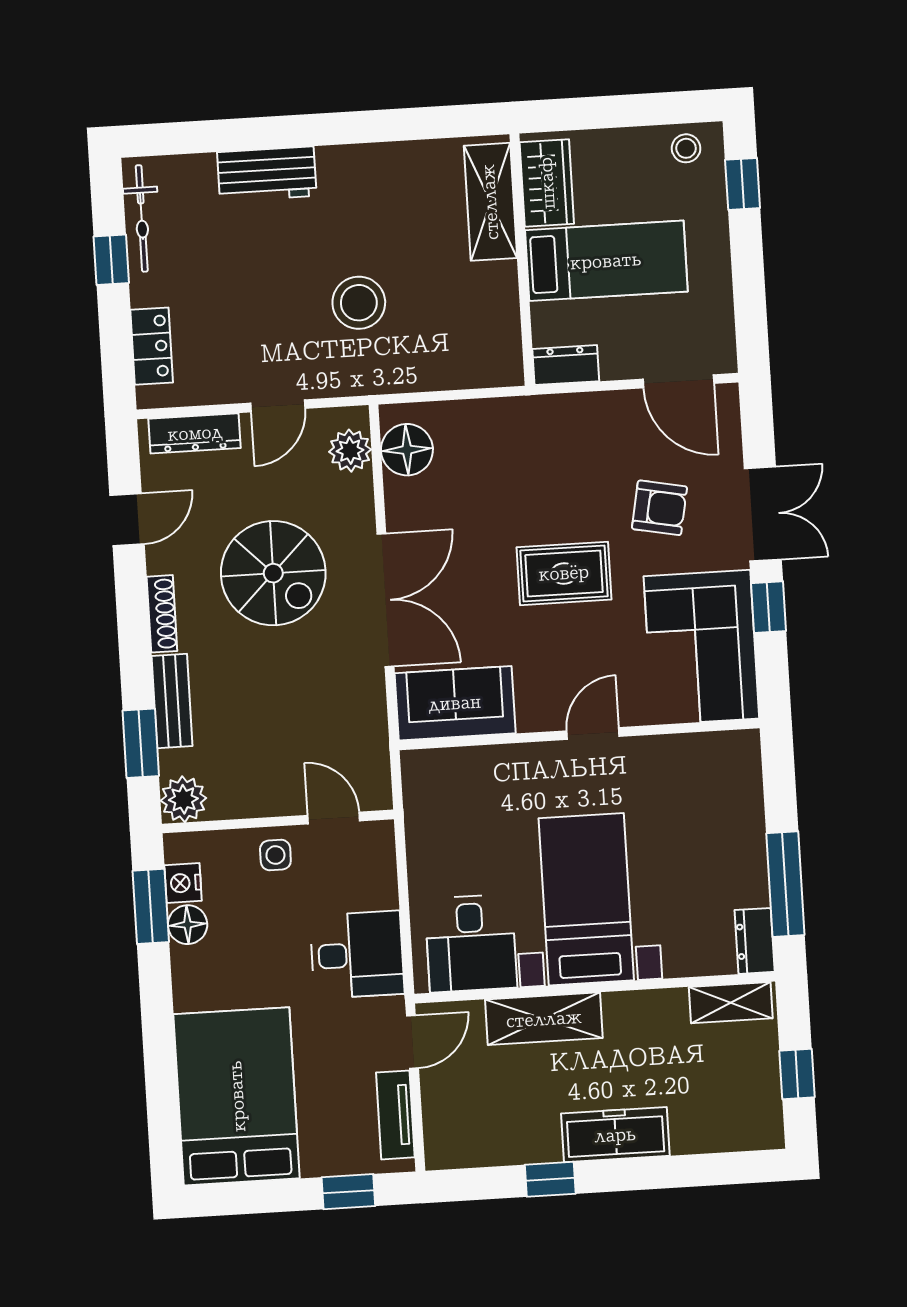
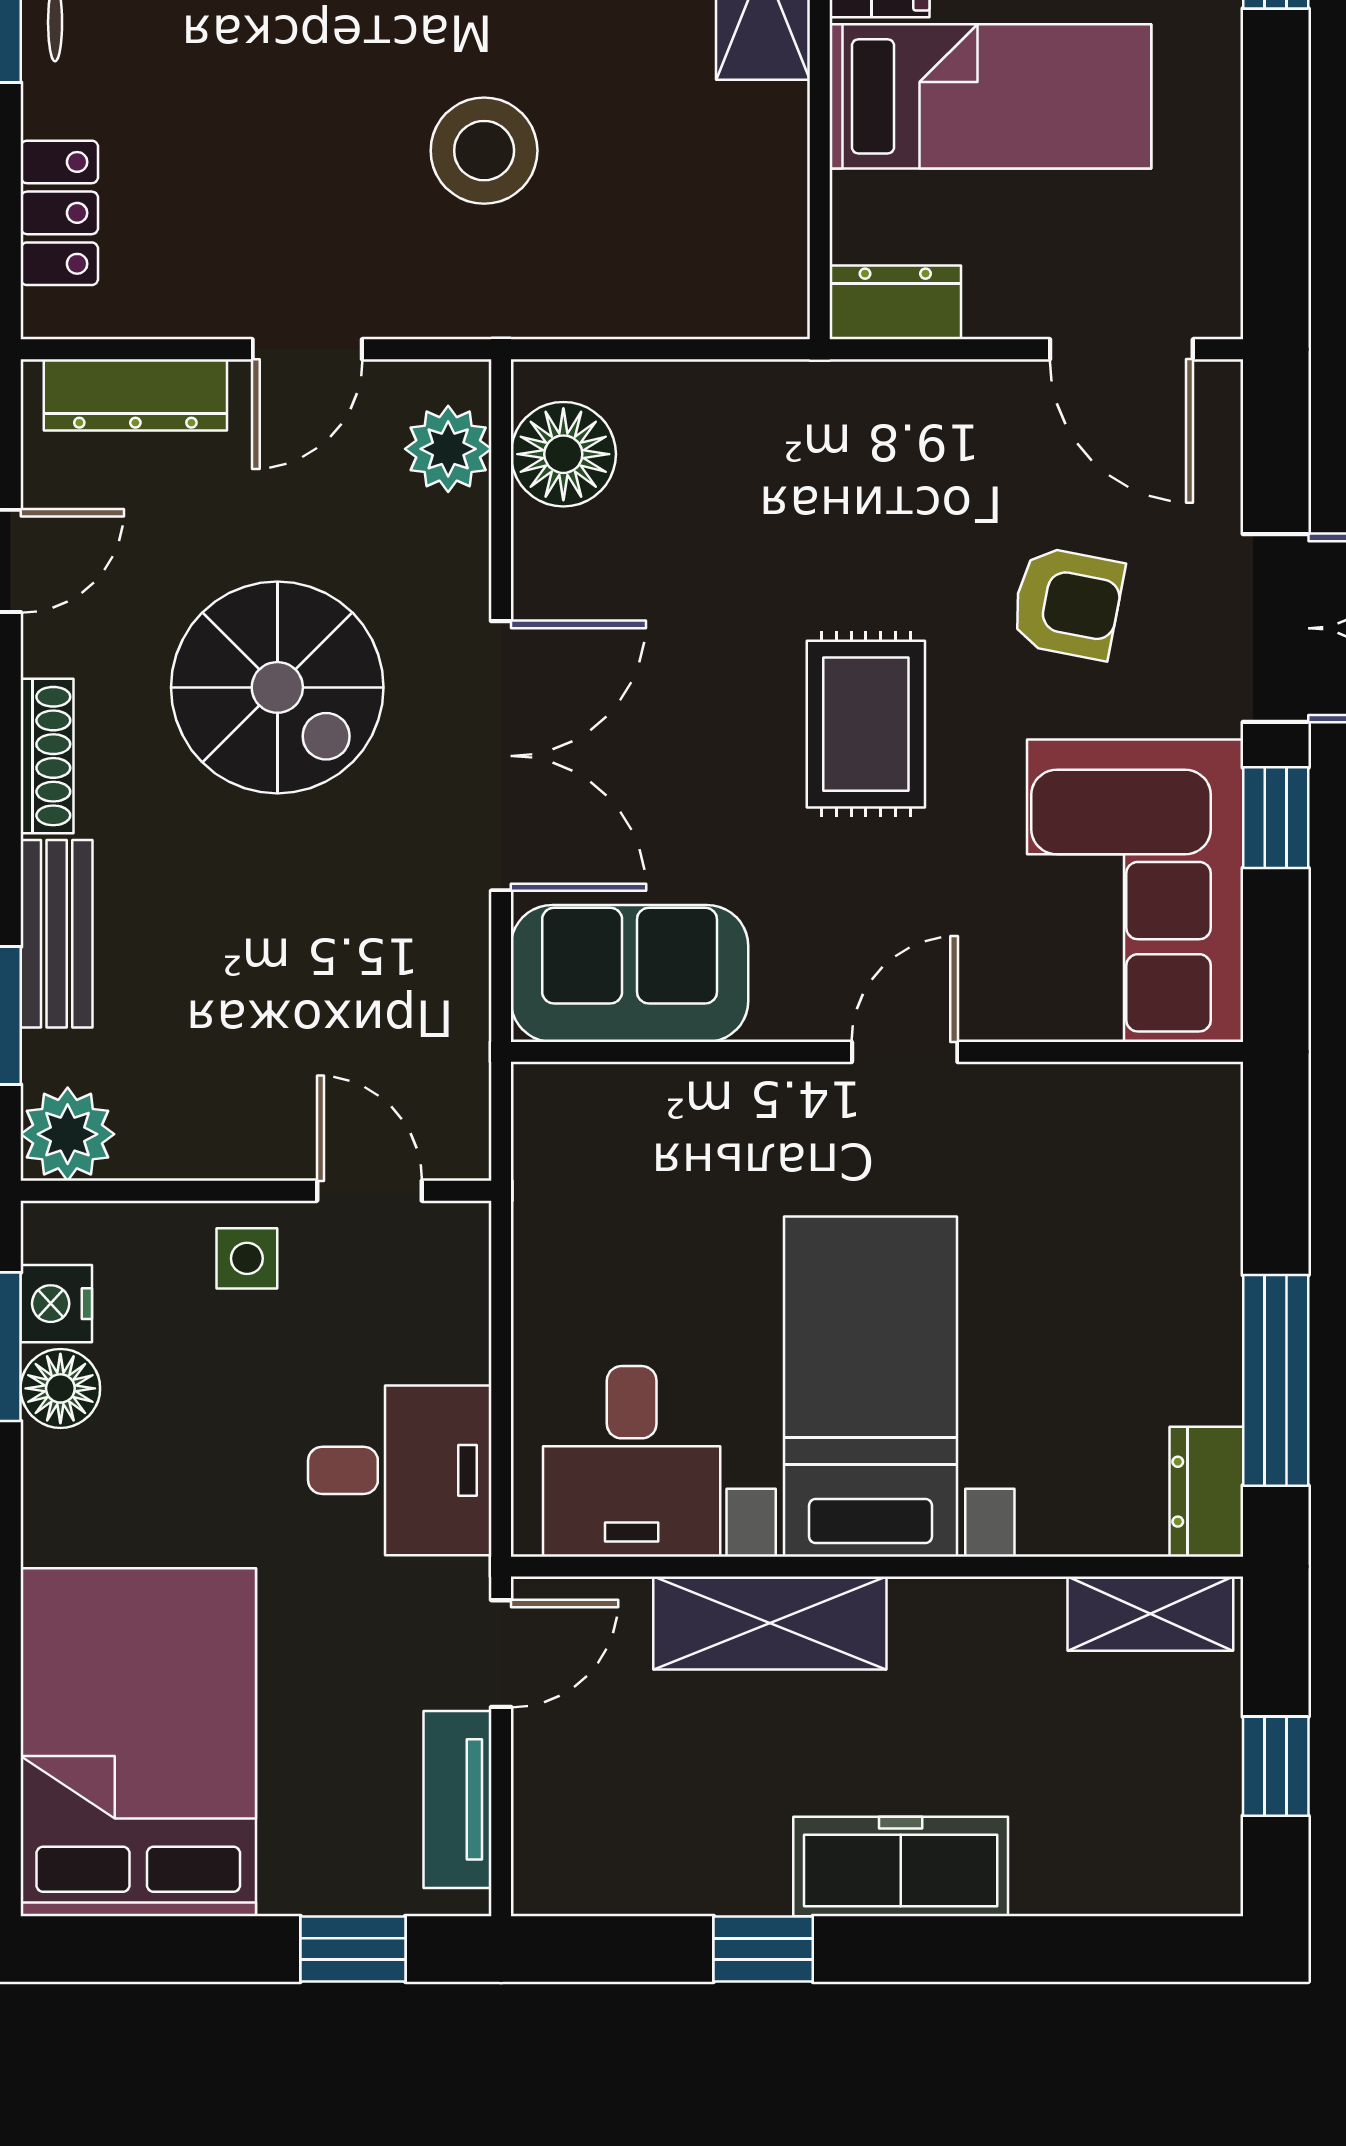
rug: (564, 573) -> (866, 724), turned 90

